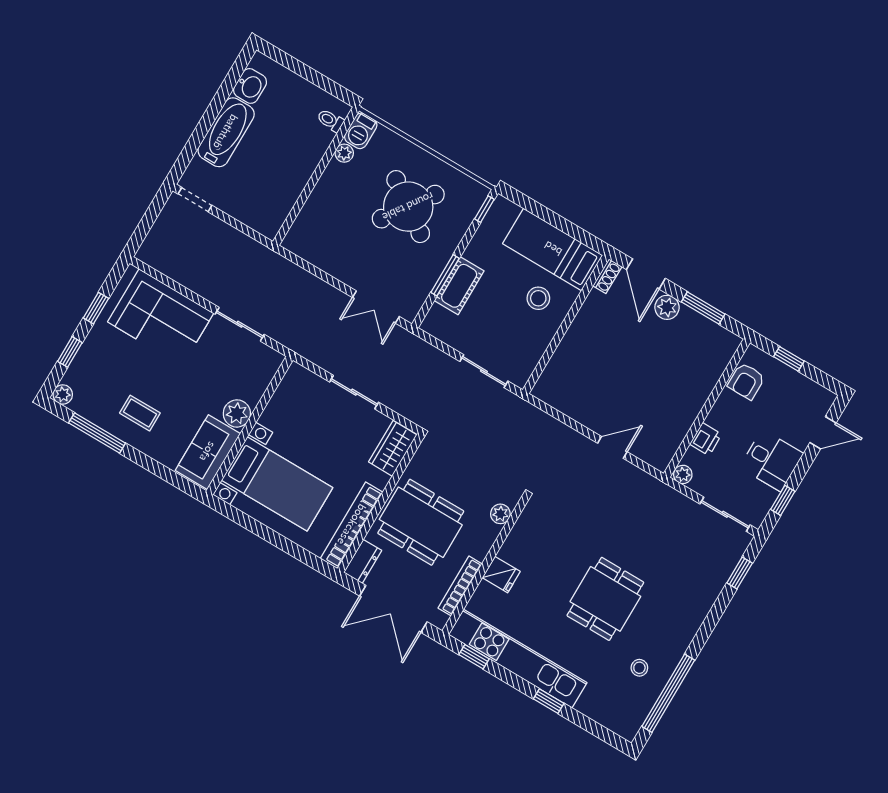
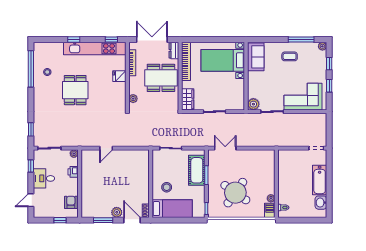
cot: (459, 286) -> (197, 170), width x1.37, depth x1.34
plant: (237, 413) -> (253, 104), moved

